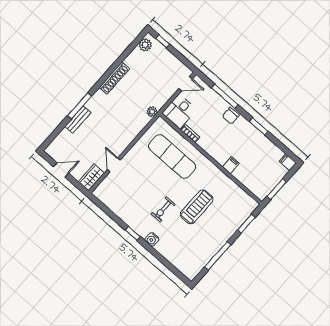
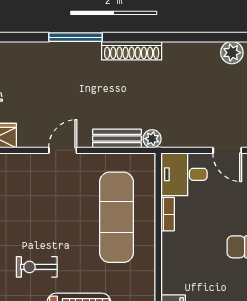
shoe rack: (114, 78) -> (132, 51), moved
bench: (78, 120) -> (117, 138), moved
door: (114, 165) -> (63, 150), moved

